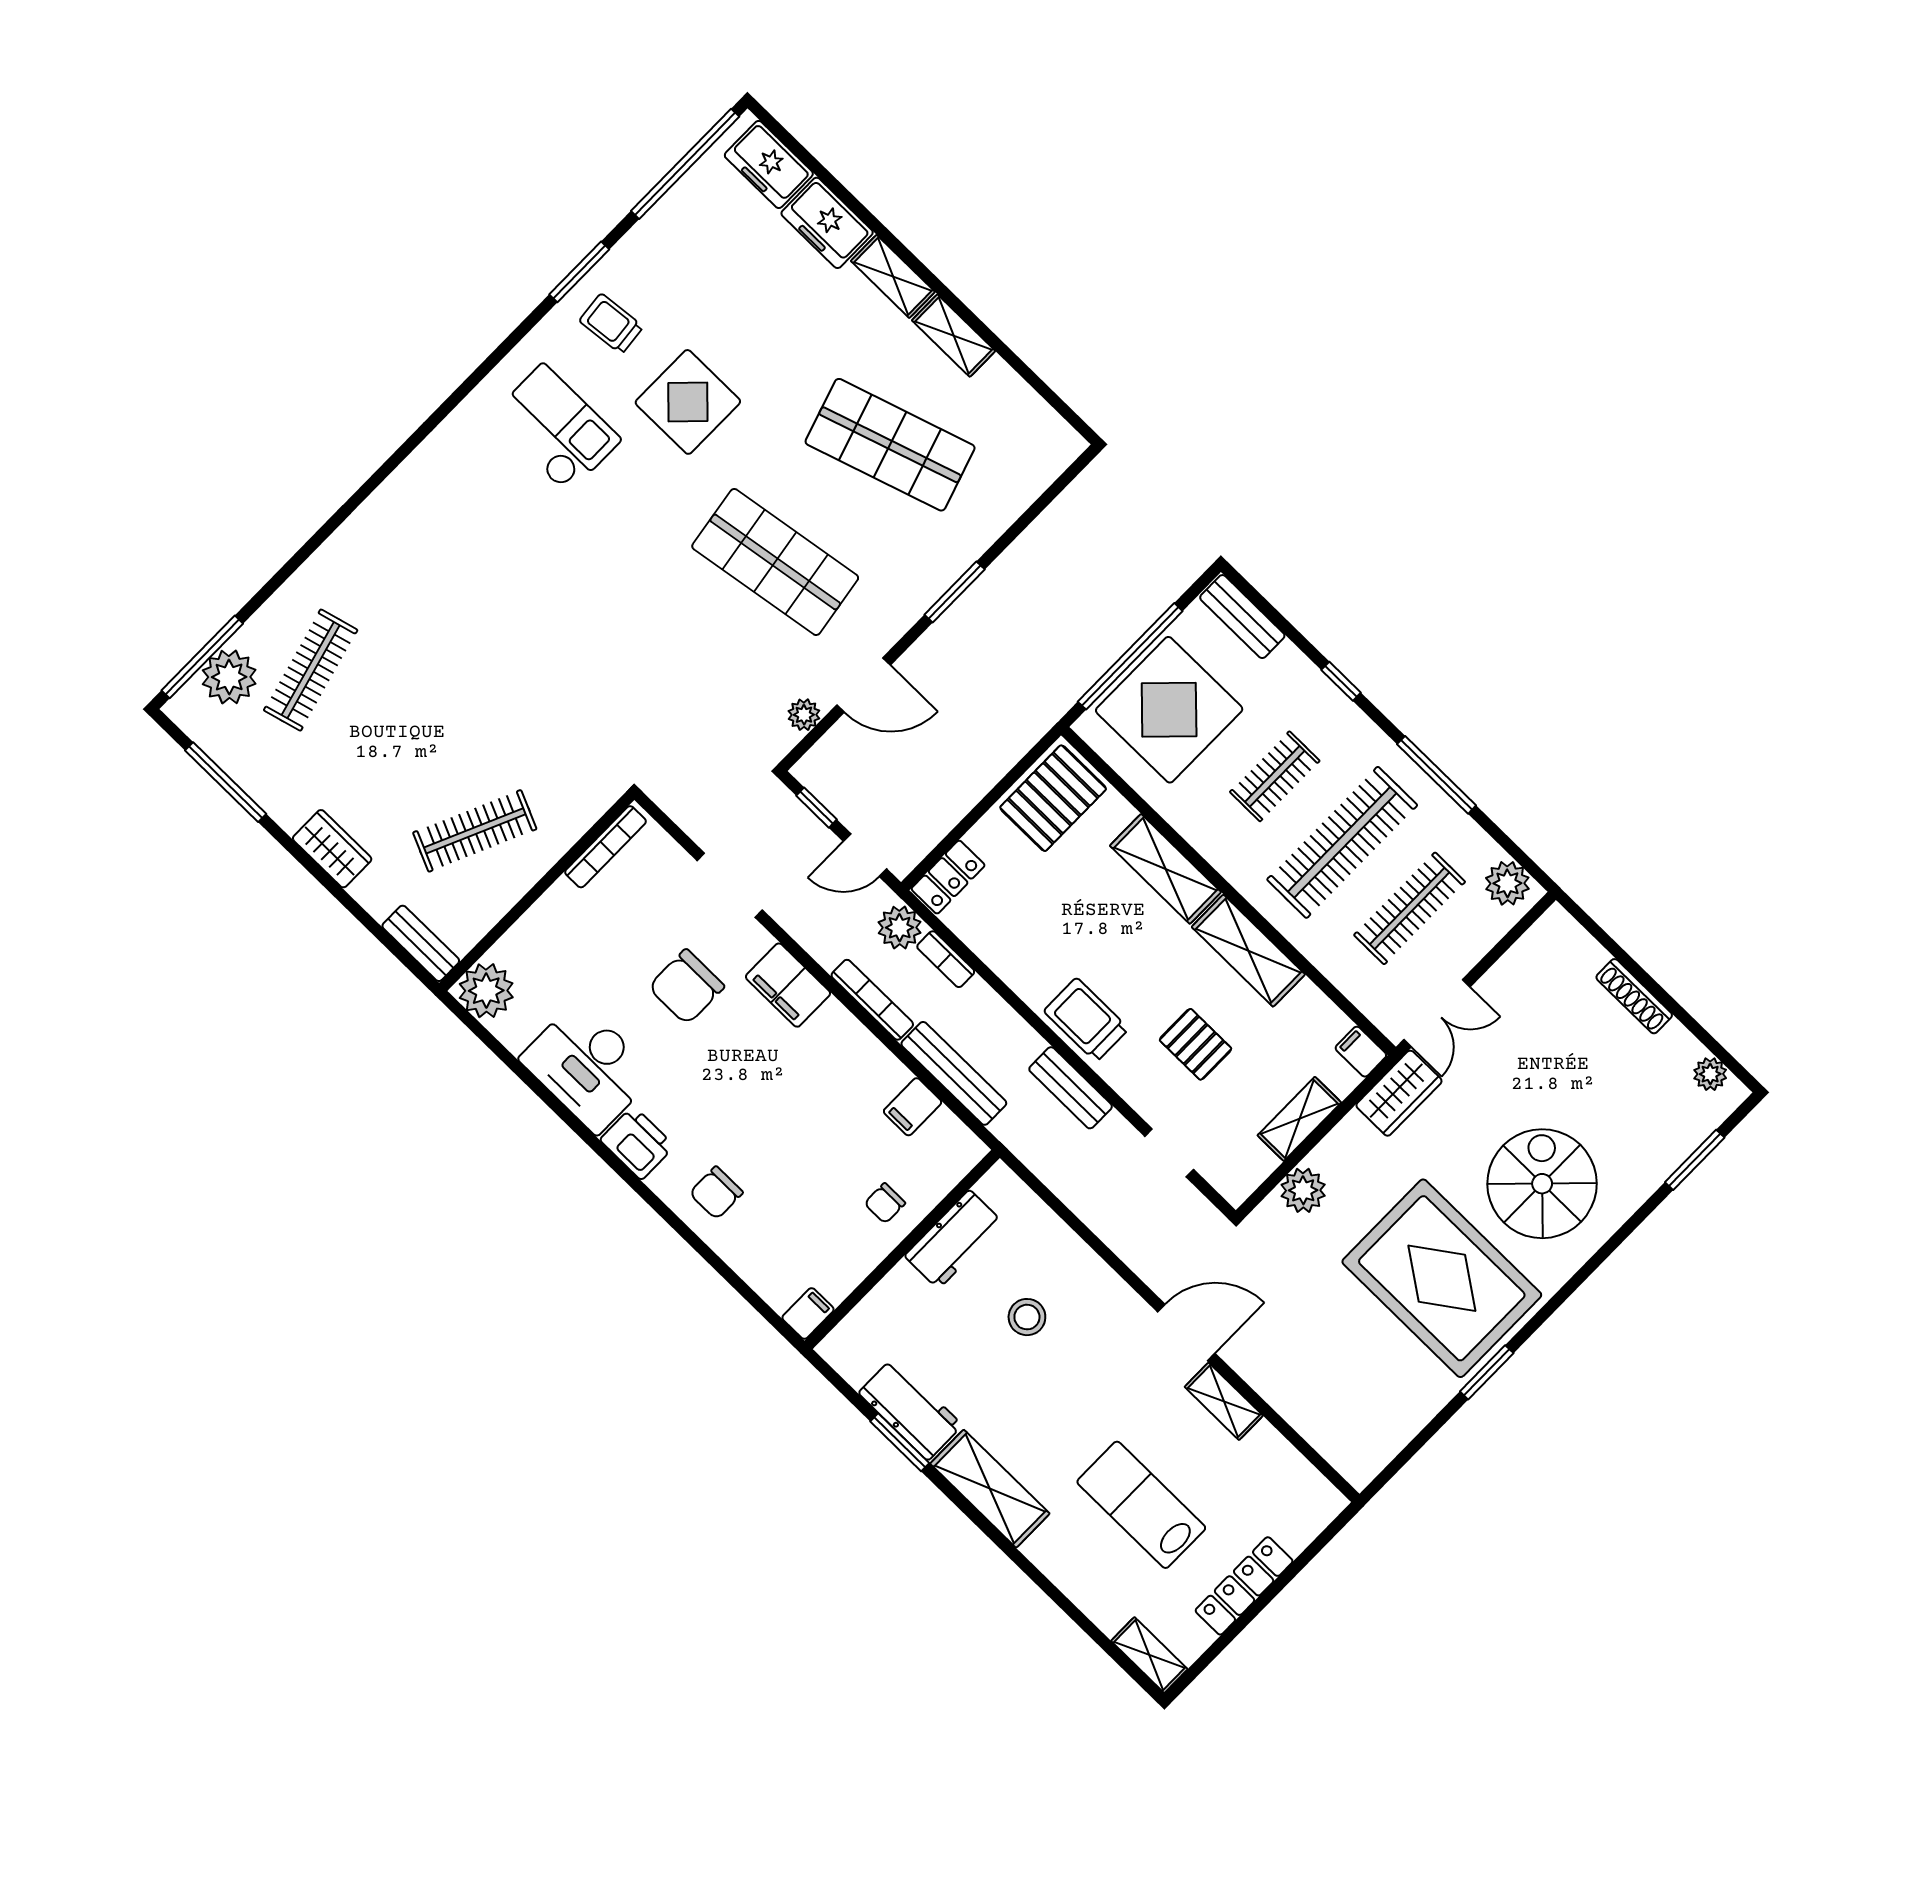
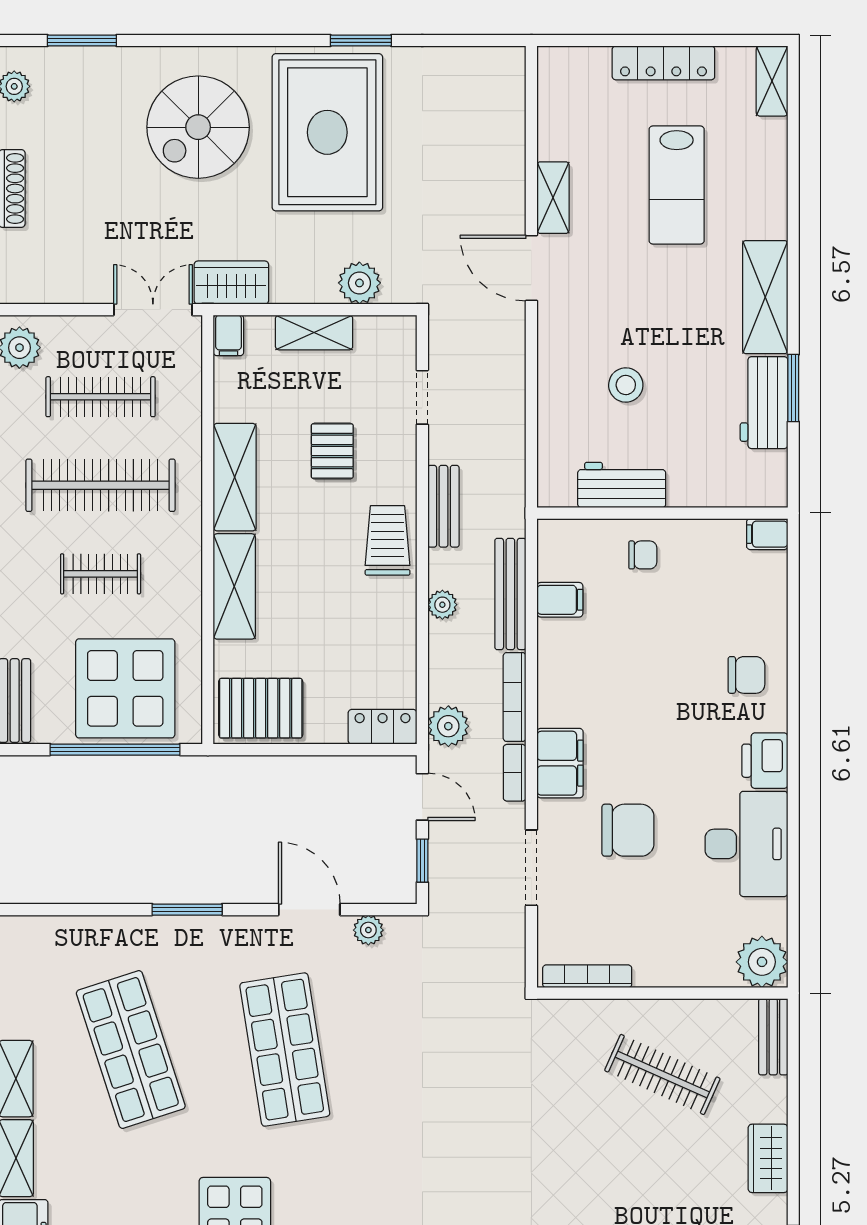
bookcase: (946, 959) -> (515, 773), moved, turned 180
plant: (996, 1014) -> (442, 605), added
trolley: (1086, 1020) -> (388, 540), turned 180

